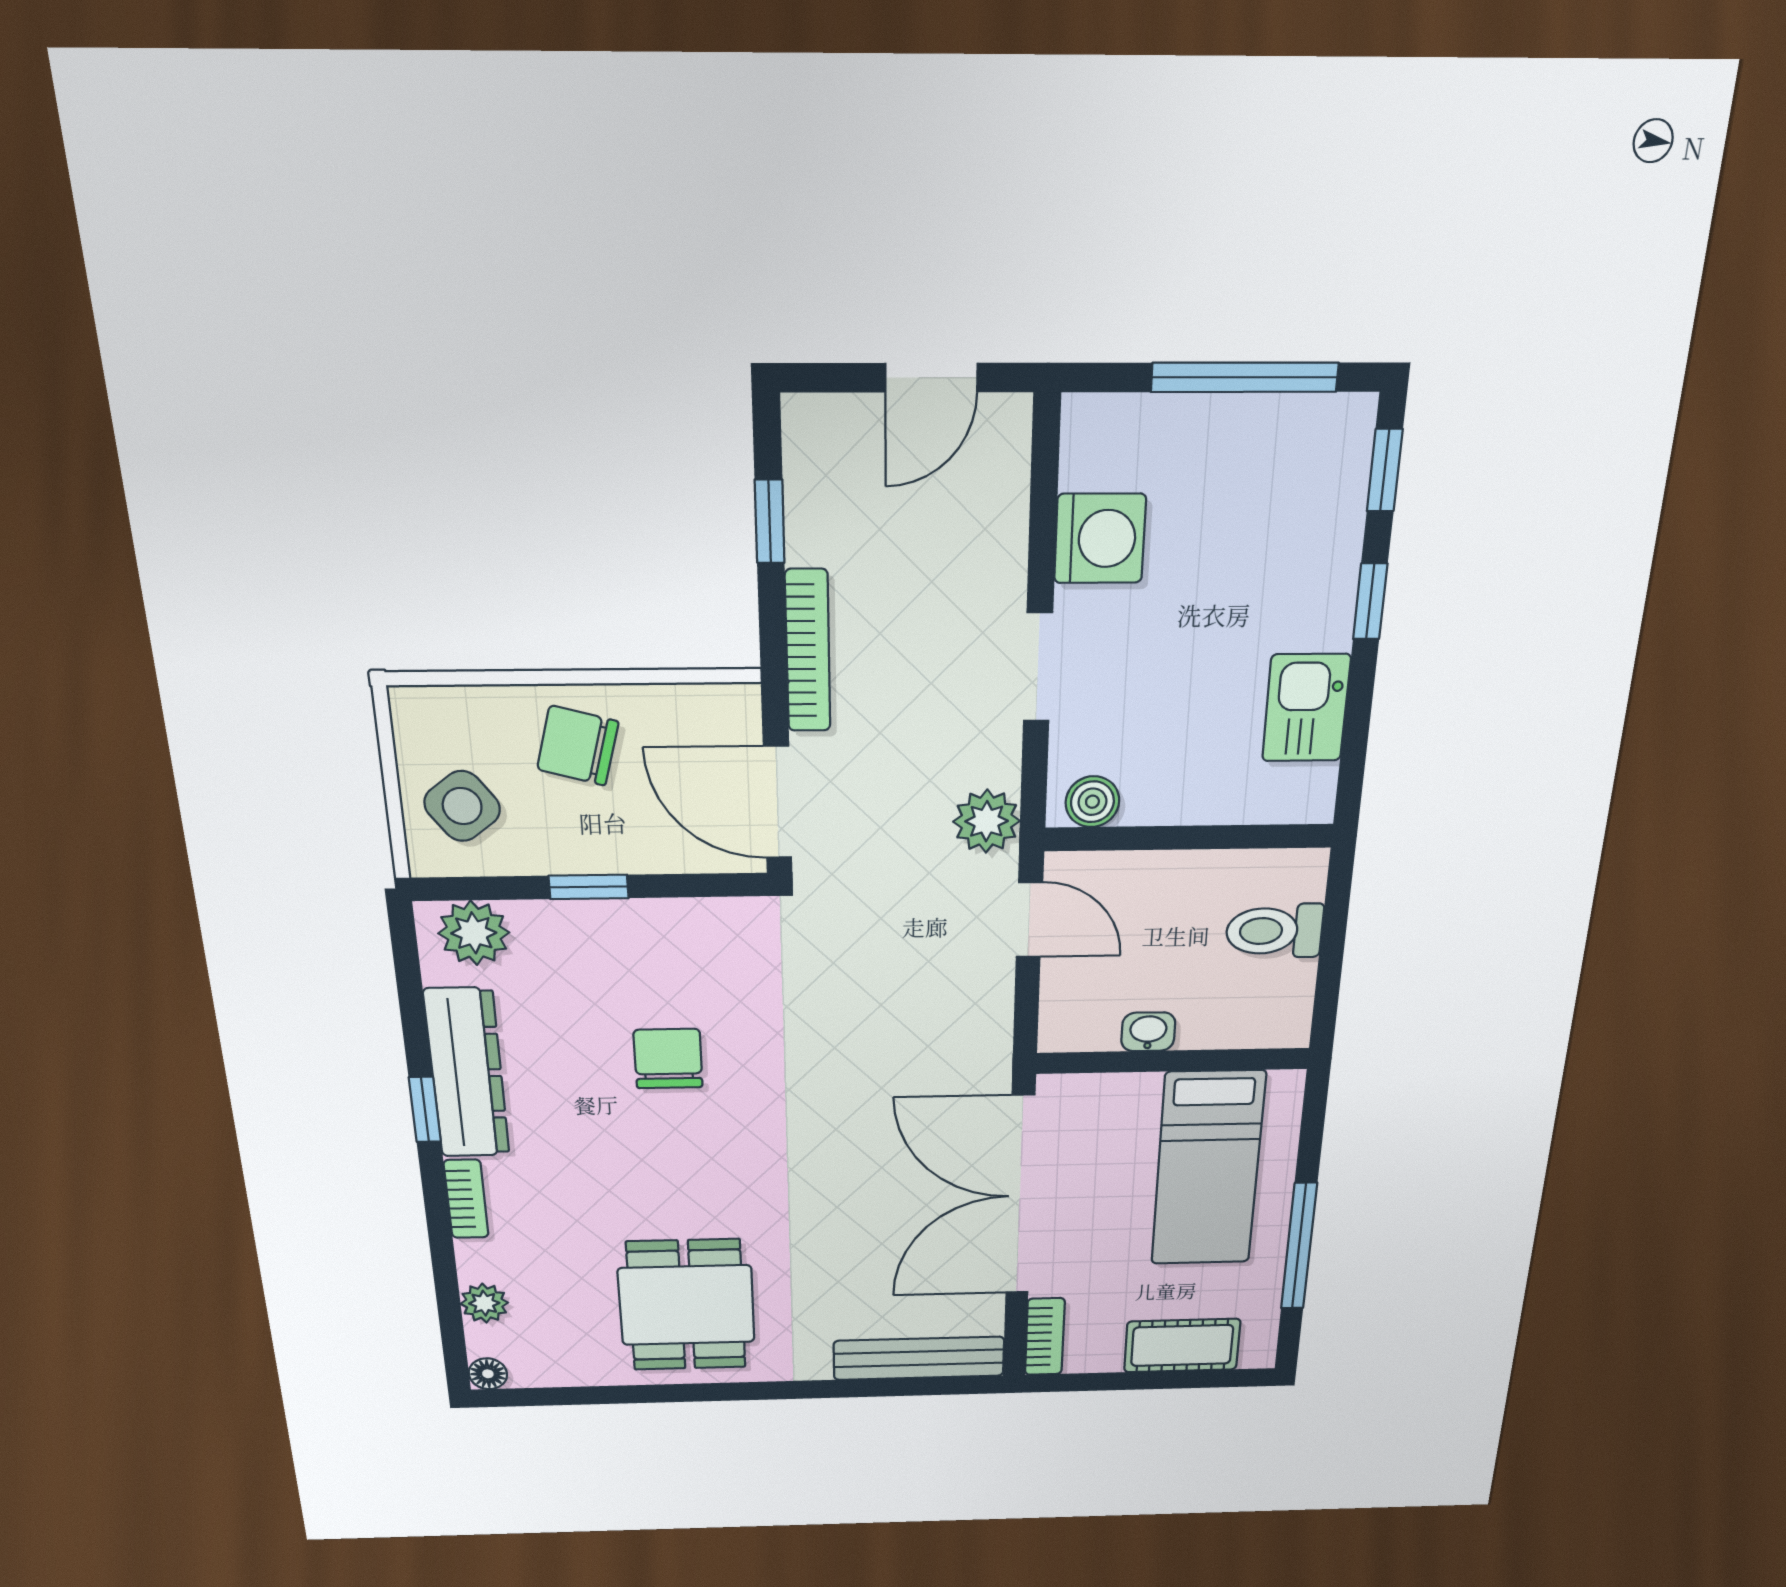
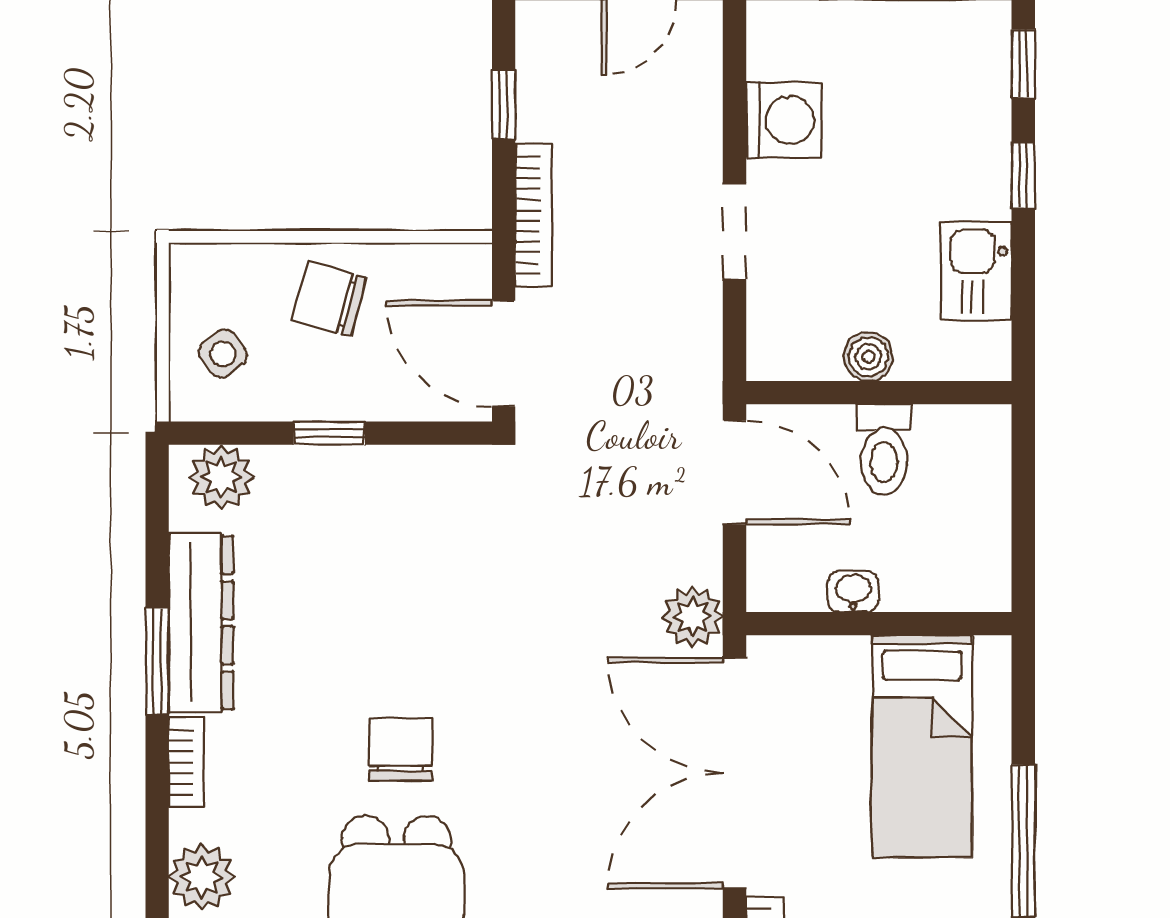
boiler: (1092, 802) -> (868, 357), moved
side table: (462, 806) -> (223, 354), width x0.73, depth x0.73
plant: (987, 821) -> (692, 617), moved
door: (1029, 920) -> (735, 472), width x1.38
toilet: (1274, 931) -> (884, 449), moved, turned -90
chair: (668, 1059) -> (400, 749), moved
window: (425, 1110) -> (157, 661), width x1.50
plant: (484, 1303) -> (202, 877), width x1.38, depth x1.38

